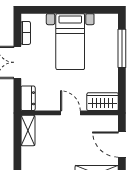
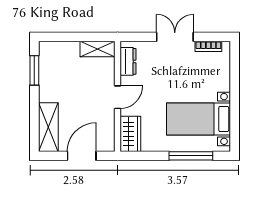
bed with nightstands: (70, 42) -> (199, 119), moved
dresser: (28, 98) -> (128, 61), moved, turned -90

